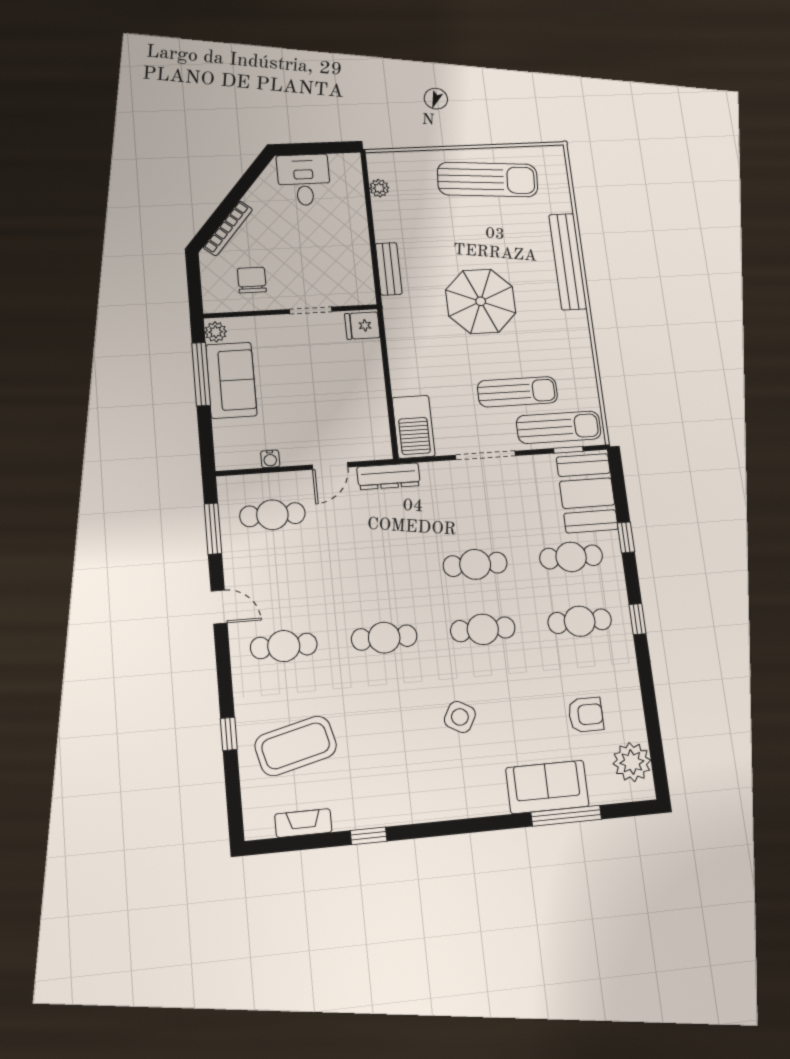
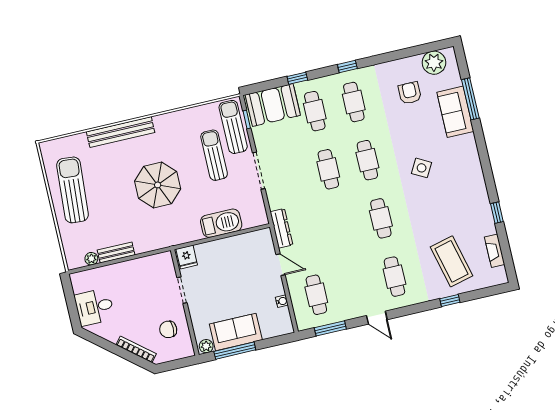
bench: (389, 269) -> (116, 252), moved
barbecue: (414, 427) -> (221, 223), moved
door: (219, 607) -> (377, 318), swing flipped

